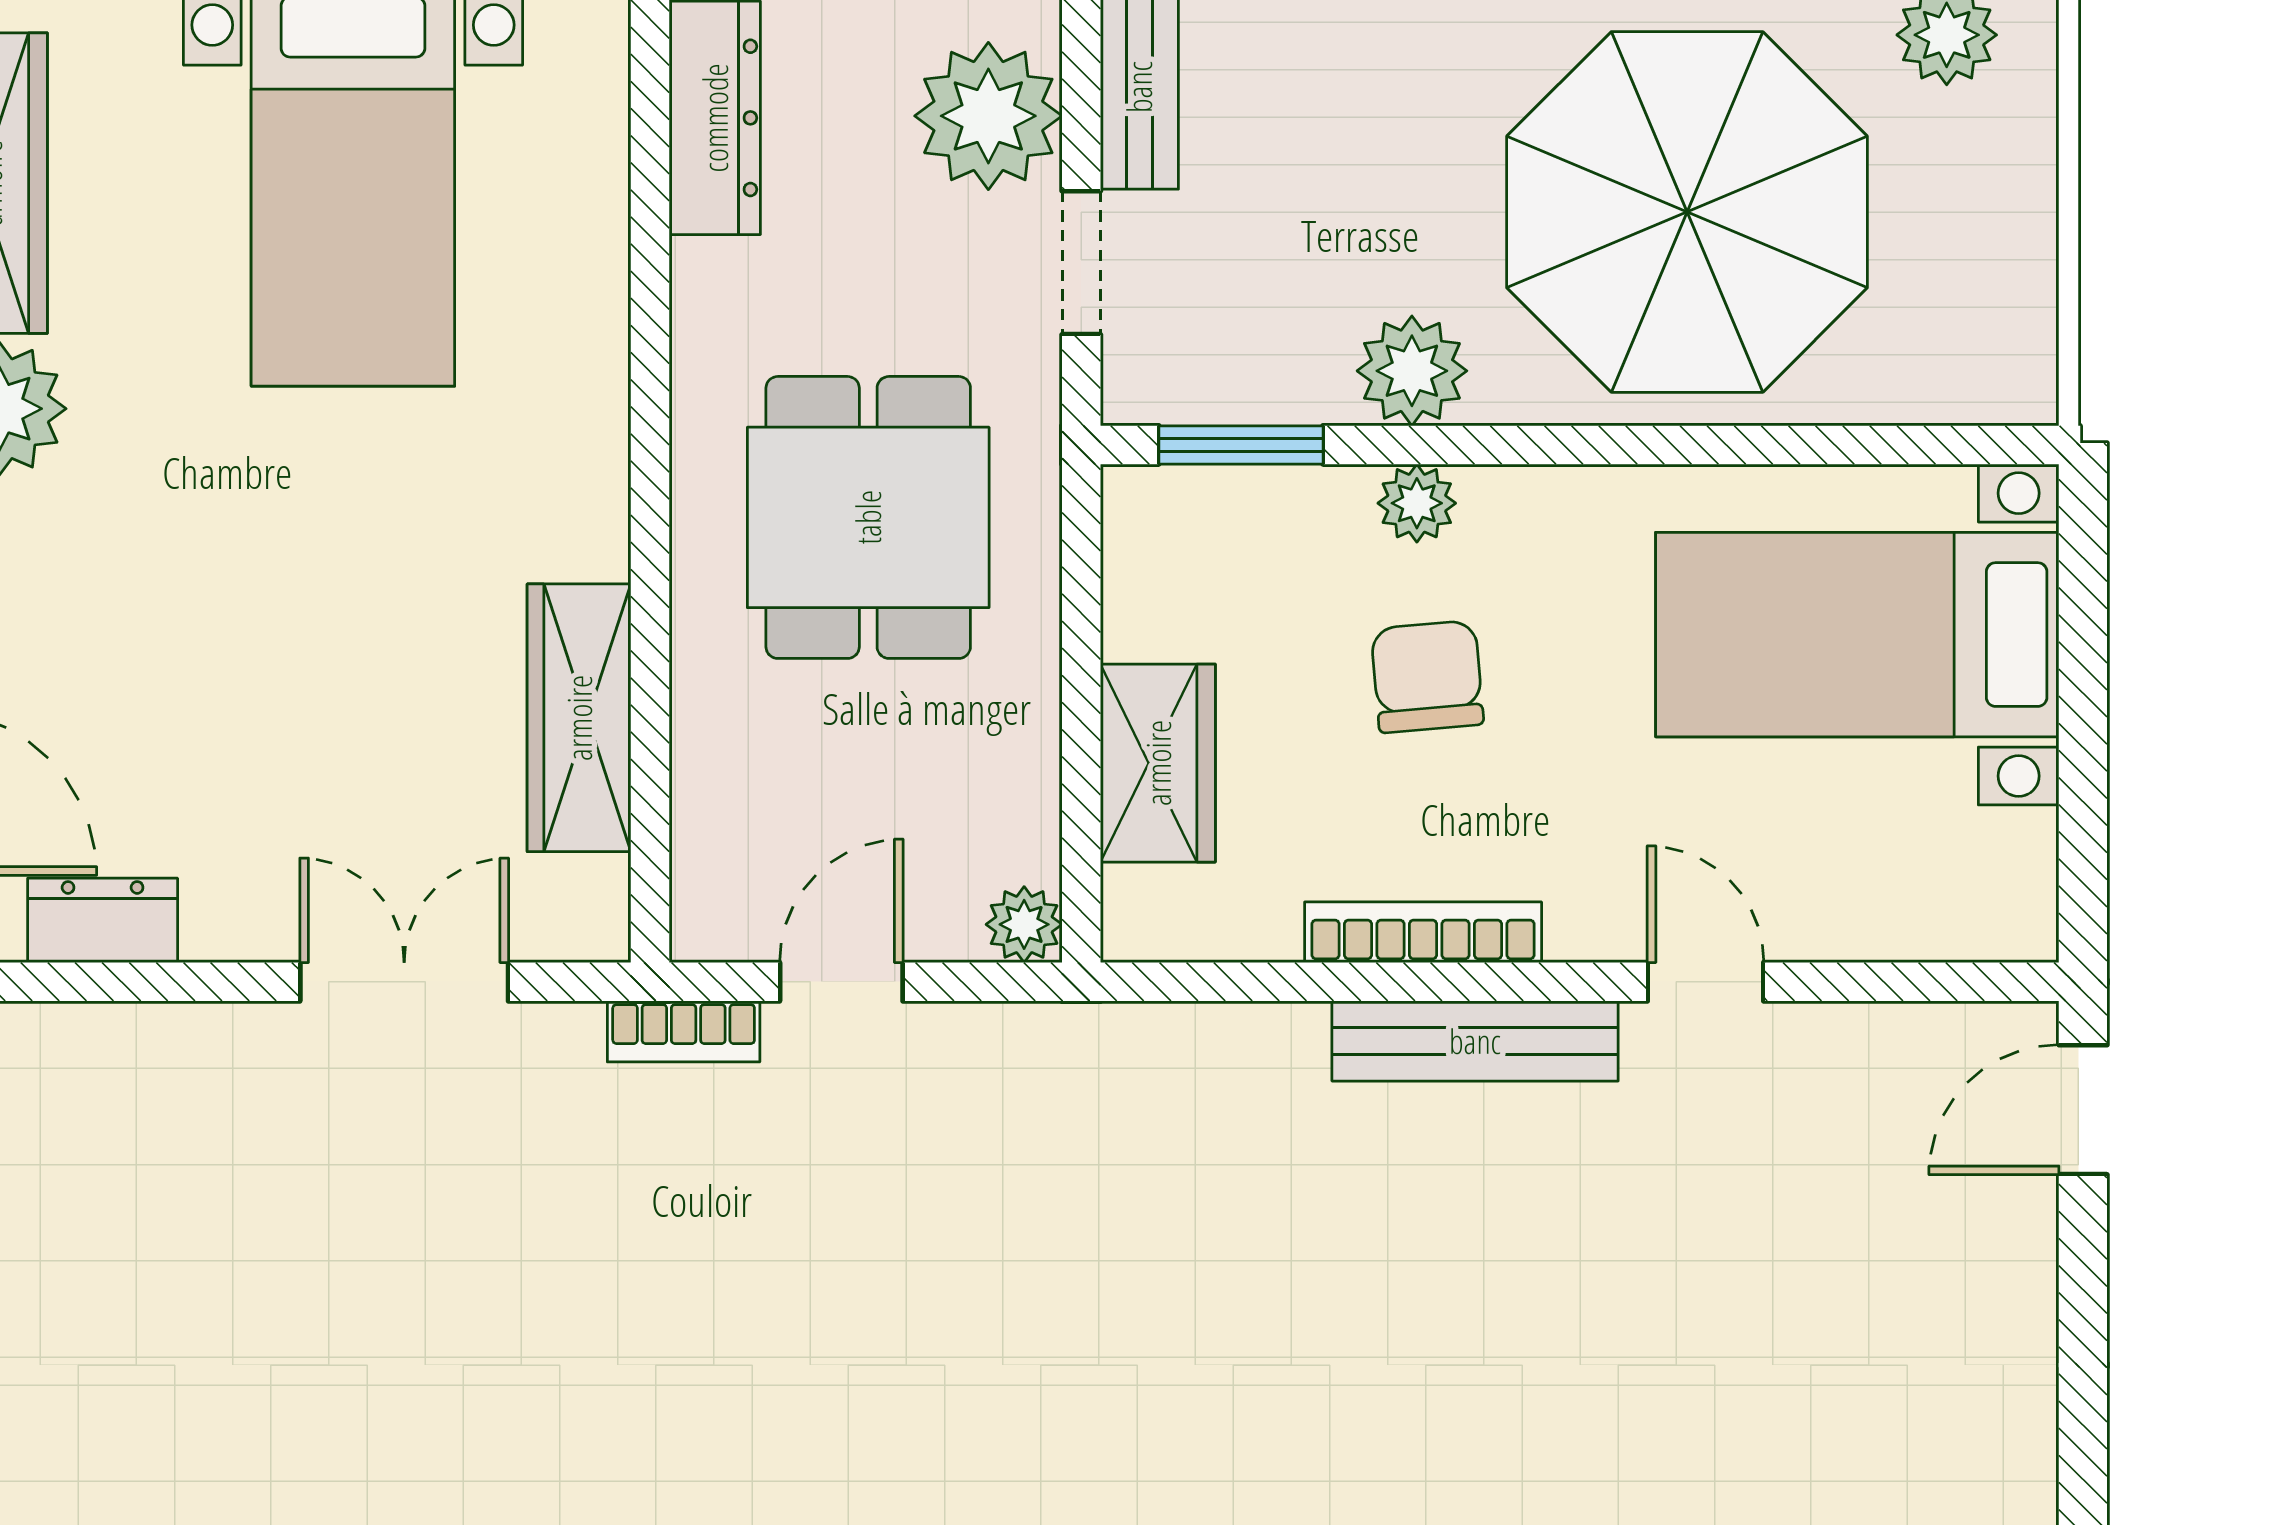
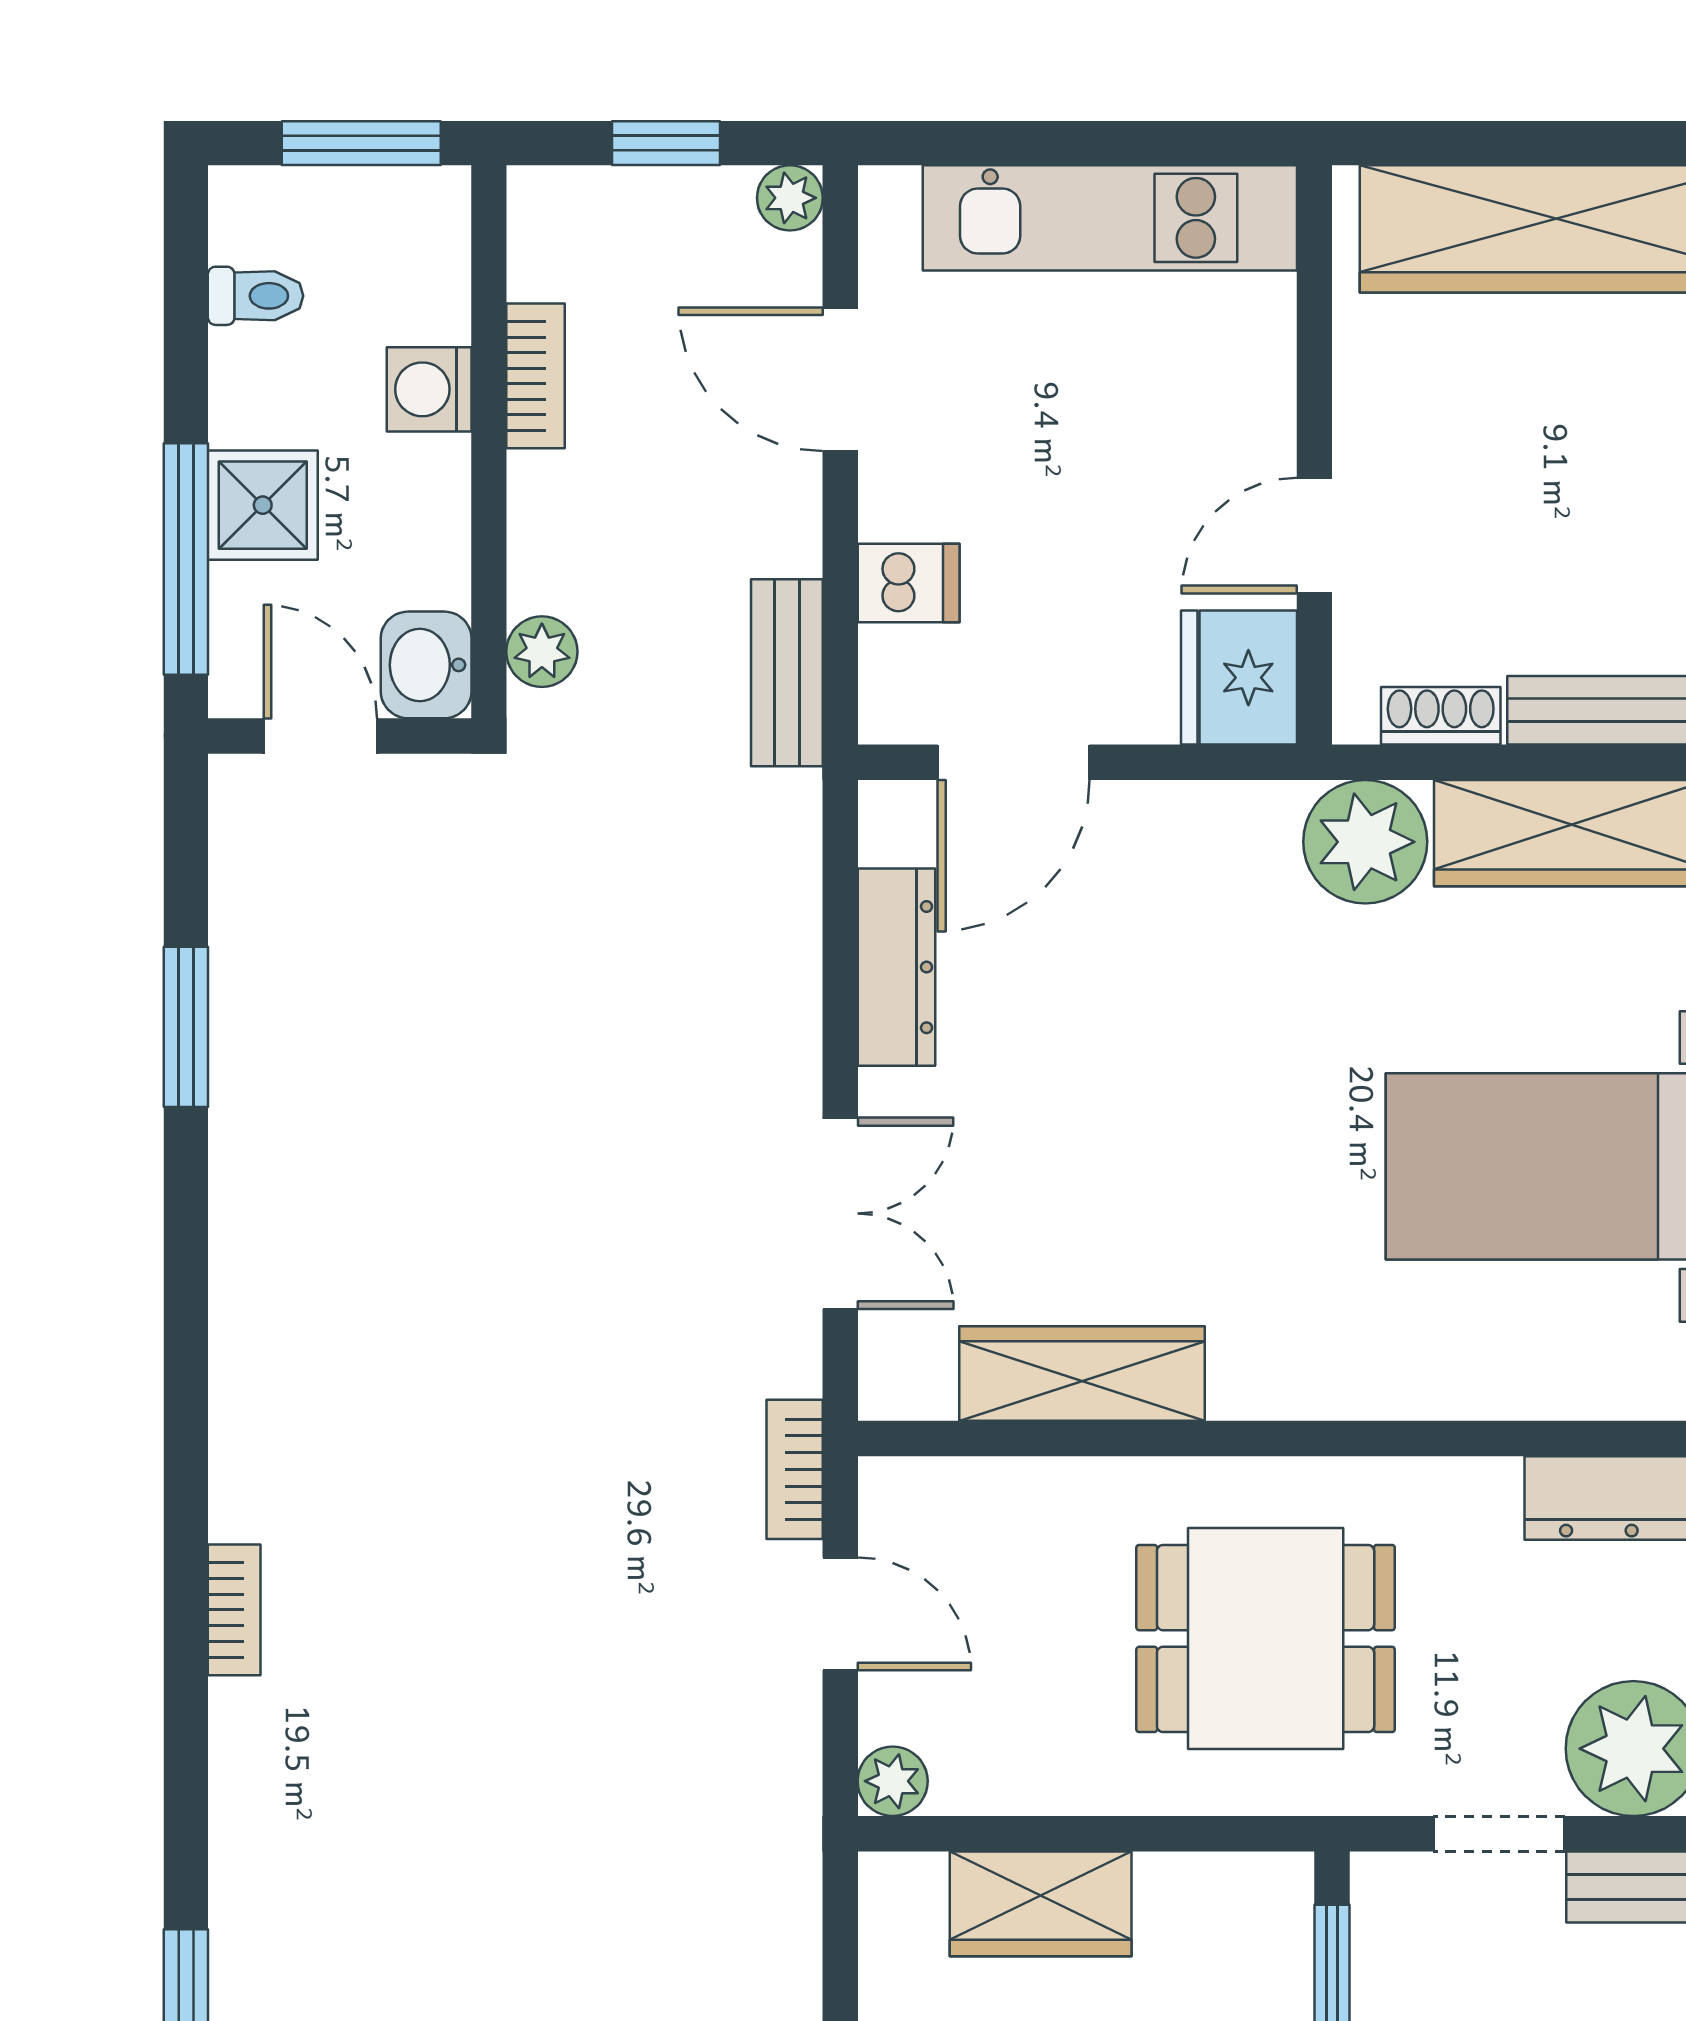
dresser: (103, 920) -> (896, 967), width x1.44

